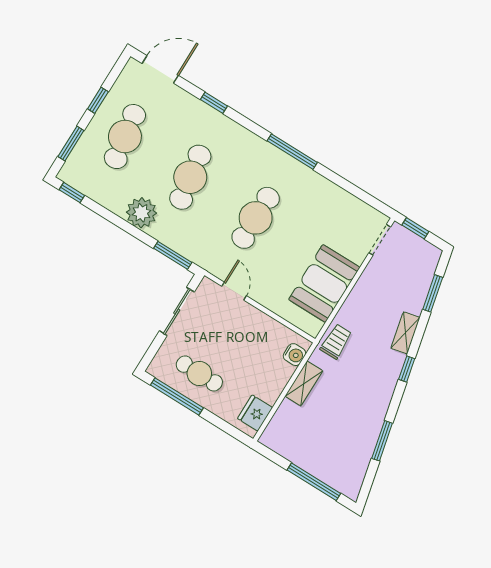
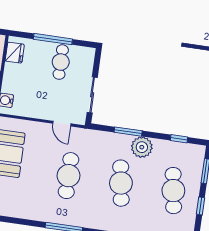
window: (72, 193) -> (179, 139), moved
window: (173, 255) -> (128, 132), moved
cafe table: (199, 373) -> (61, 62), turned 90
window: (177, 396) -> (53, 39), moved

